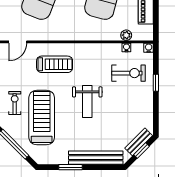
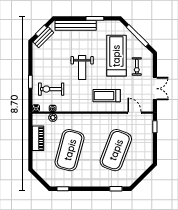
door: (18, 42) -> (134, 113), hinge flipped
weight bench: (87, 102) -> (82, 68), turned 180
treadmill: (42, 118) -> (116, 56), turned 180

